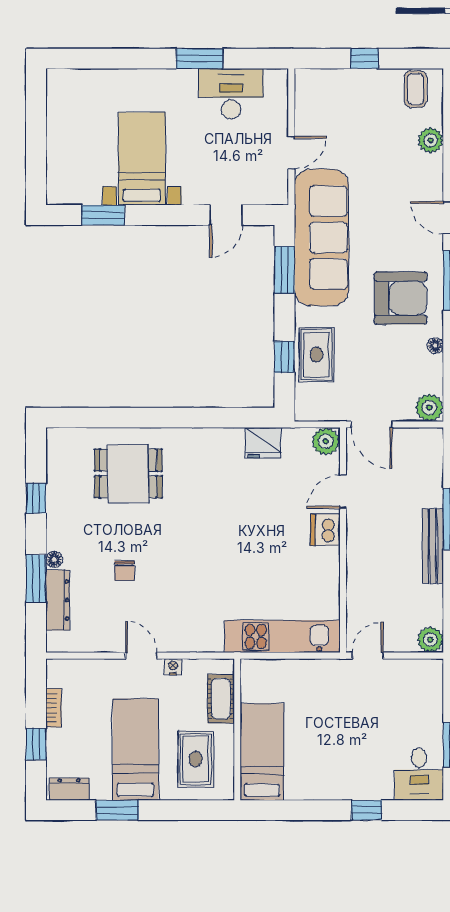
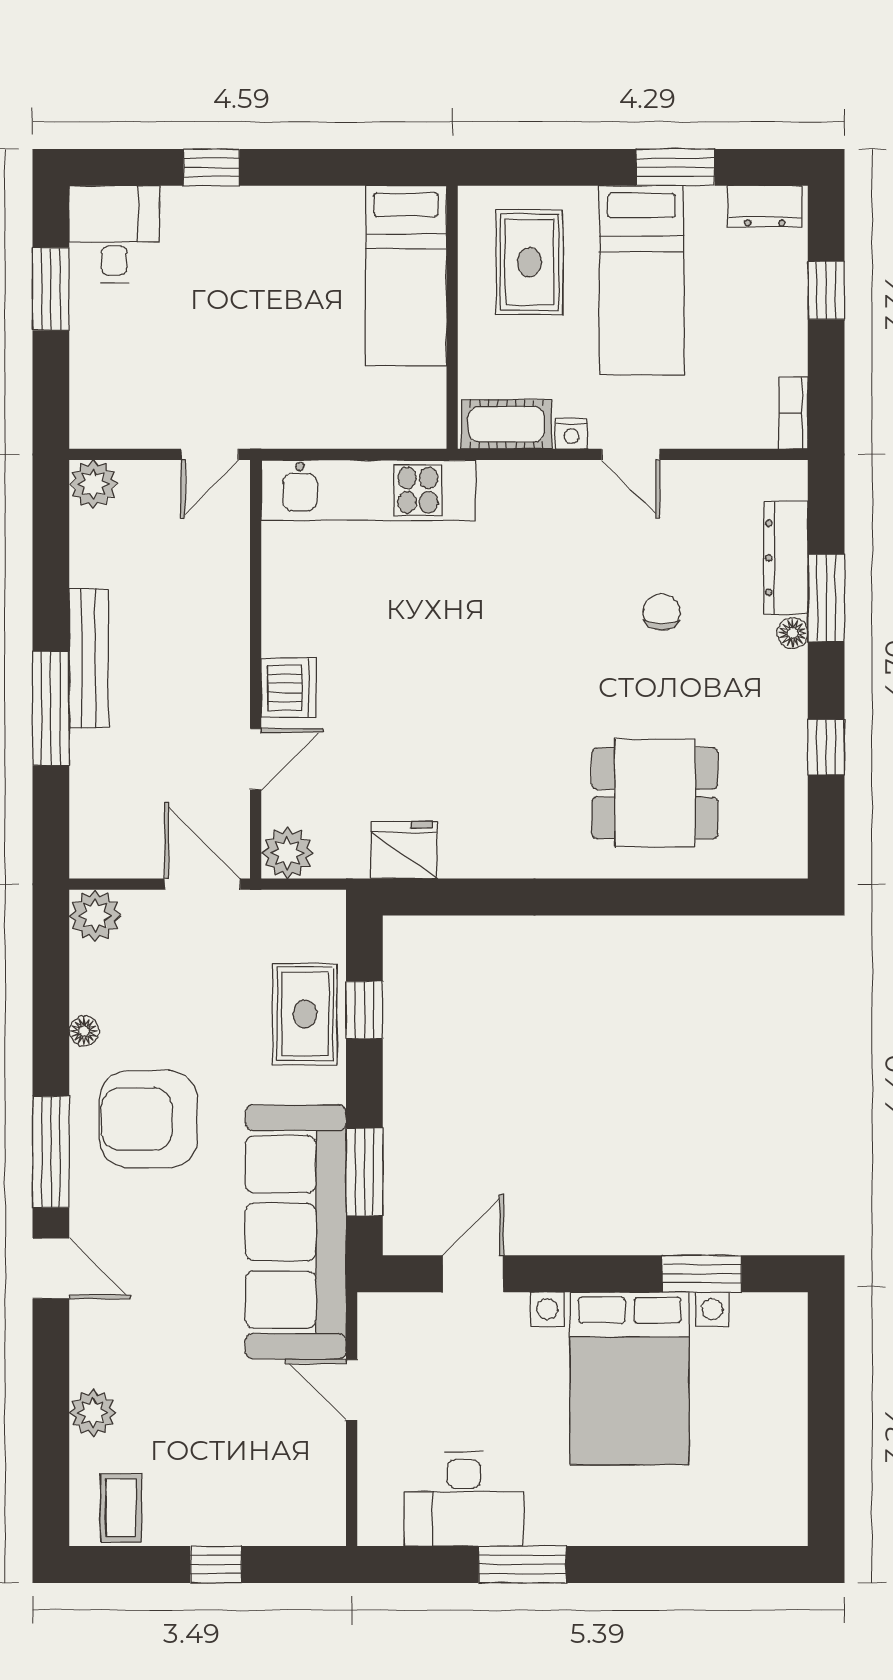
door: (291, 152) -> (352, 1390), hinge flipped
bed with nightstands: (142, 159) -> (630, 1378), width x1.36
cot: (221, 699) -> (507, 424), moved, turned 90
bookcase: (54, 708) -> (794, 413), moved

